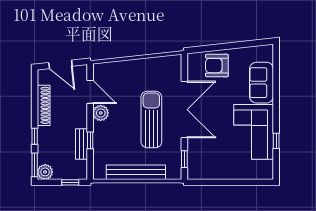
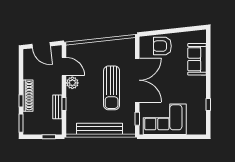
shoe rack: (44, 105) -> (28, 96), moved
sun lounger: (151, 120) -> (112, 88), turned 180
corner sofa: (254, 132) -> (165, 119), moved, turned 90
plant: (45, 172) -> (29, 129), removed

